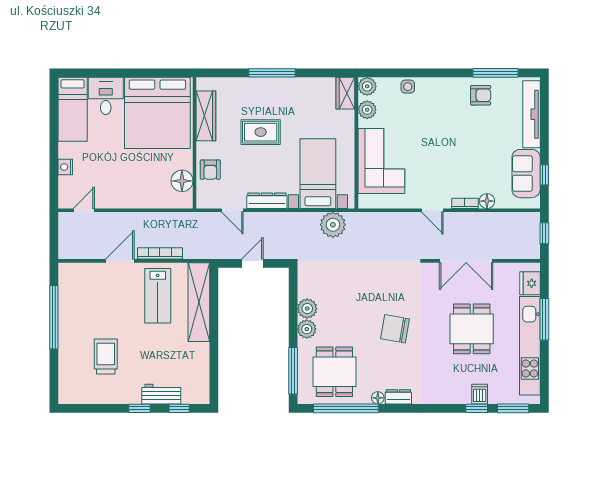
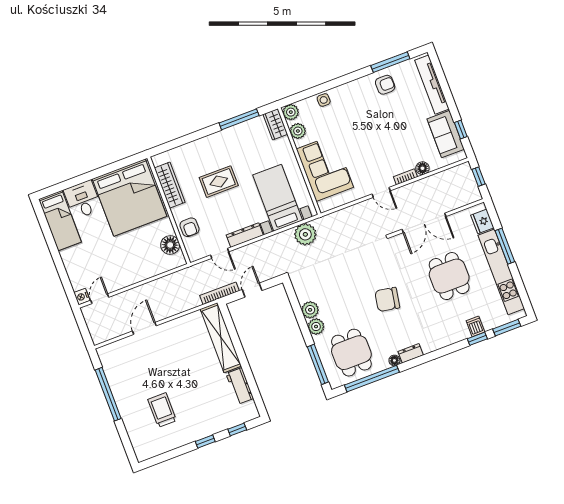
window: (272, 73) -> (239, 119), moved
nightstand: (65, 167) -> (82, 297), moved
bookcase: (160, 253) -> (220, 293), moved
lab bench: (158, 296) -> (186, 345), removed
workbench: (161, 394) -> (240, 386), moved, turned -90

